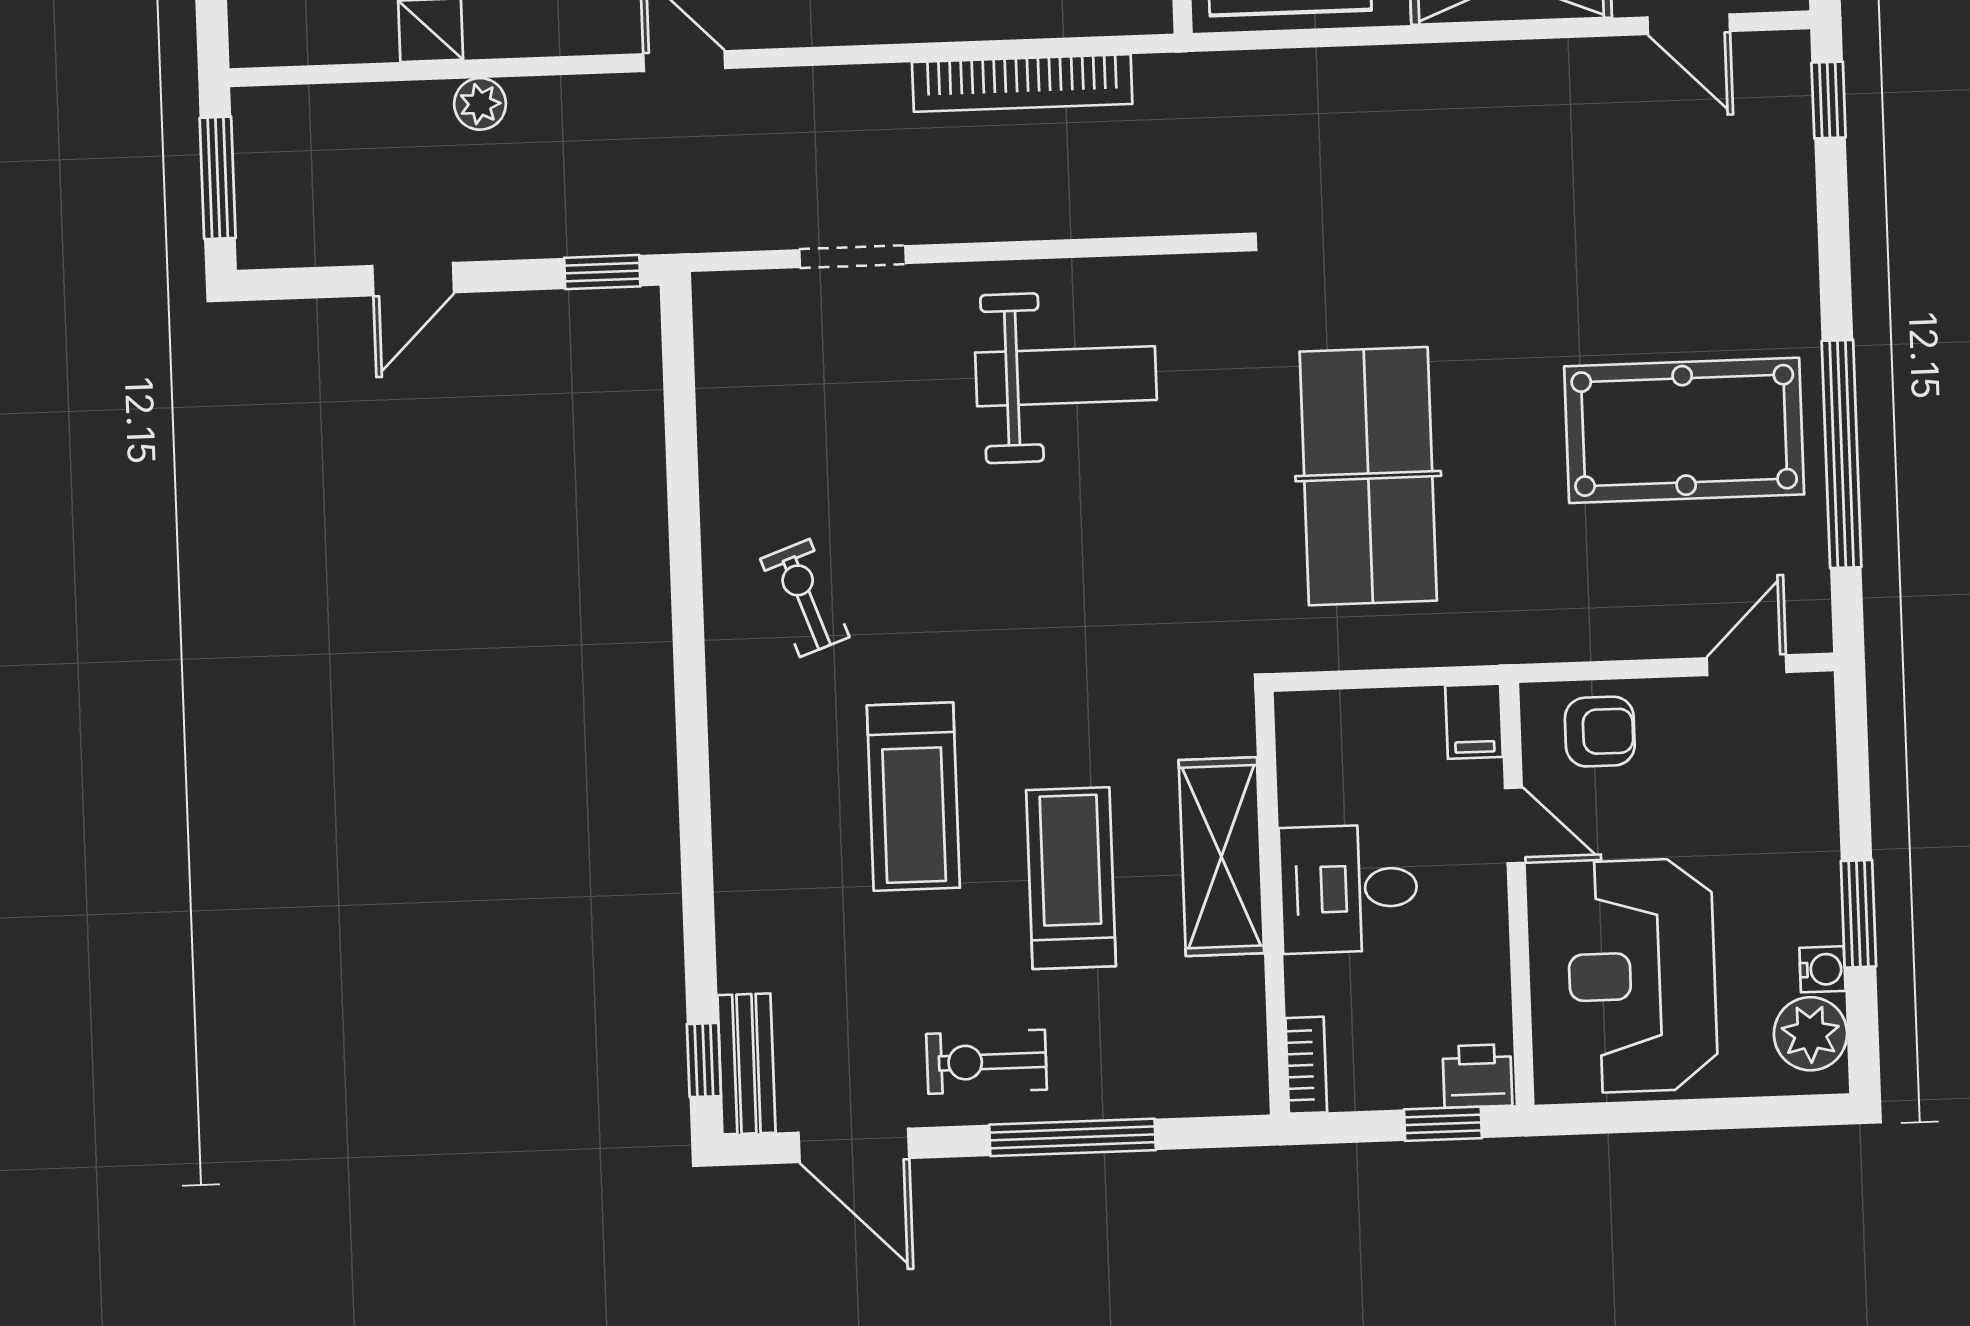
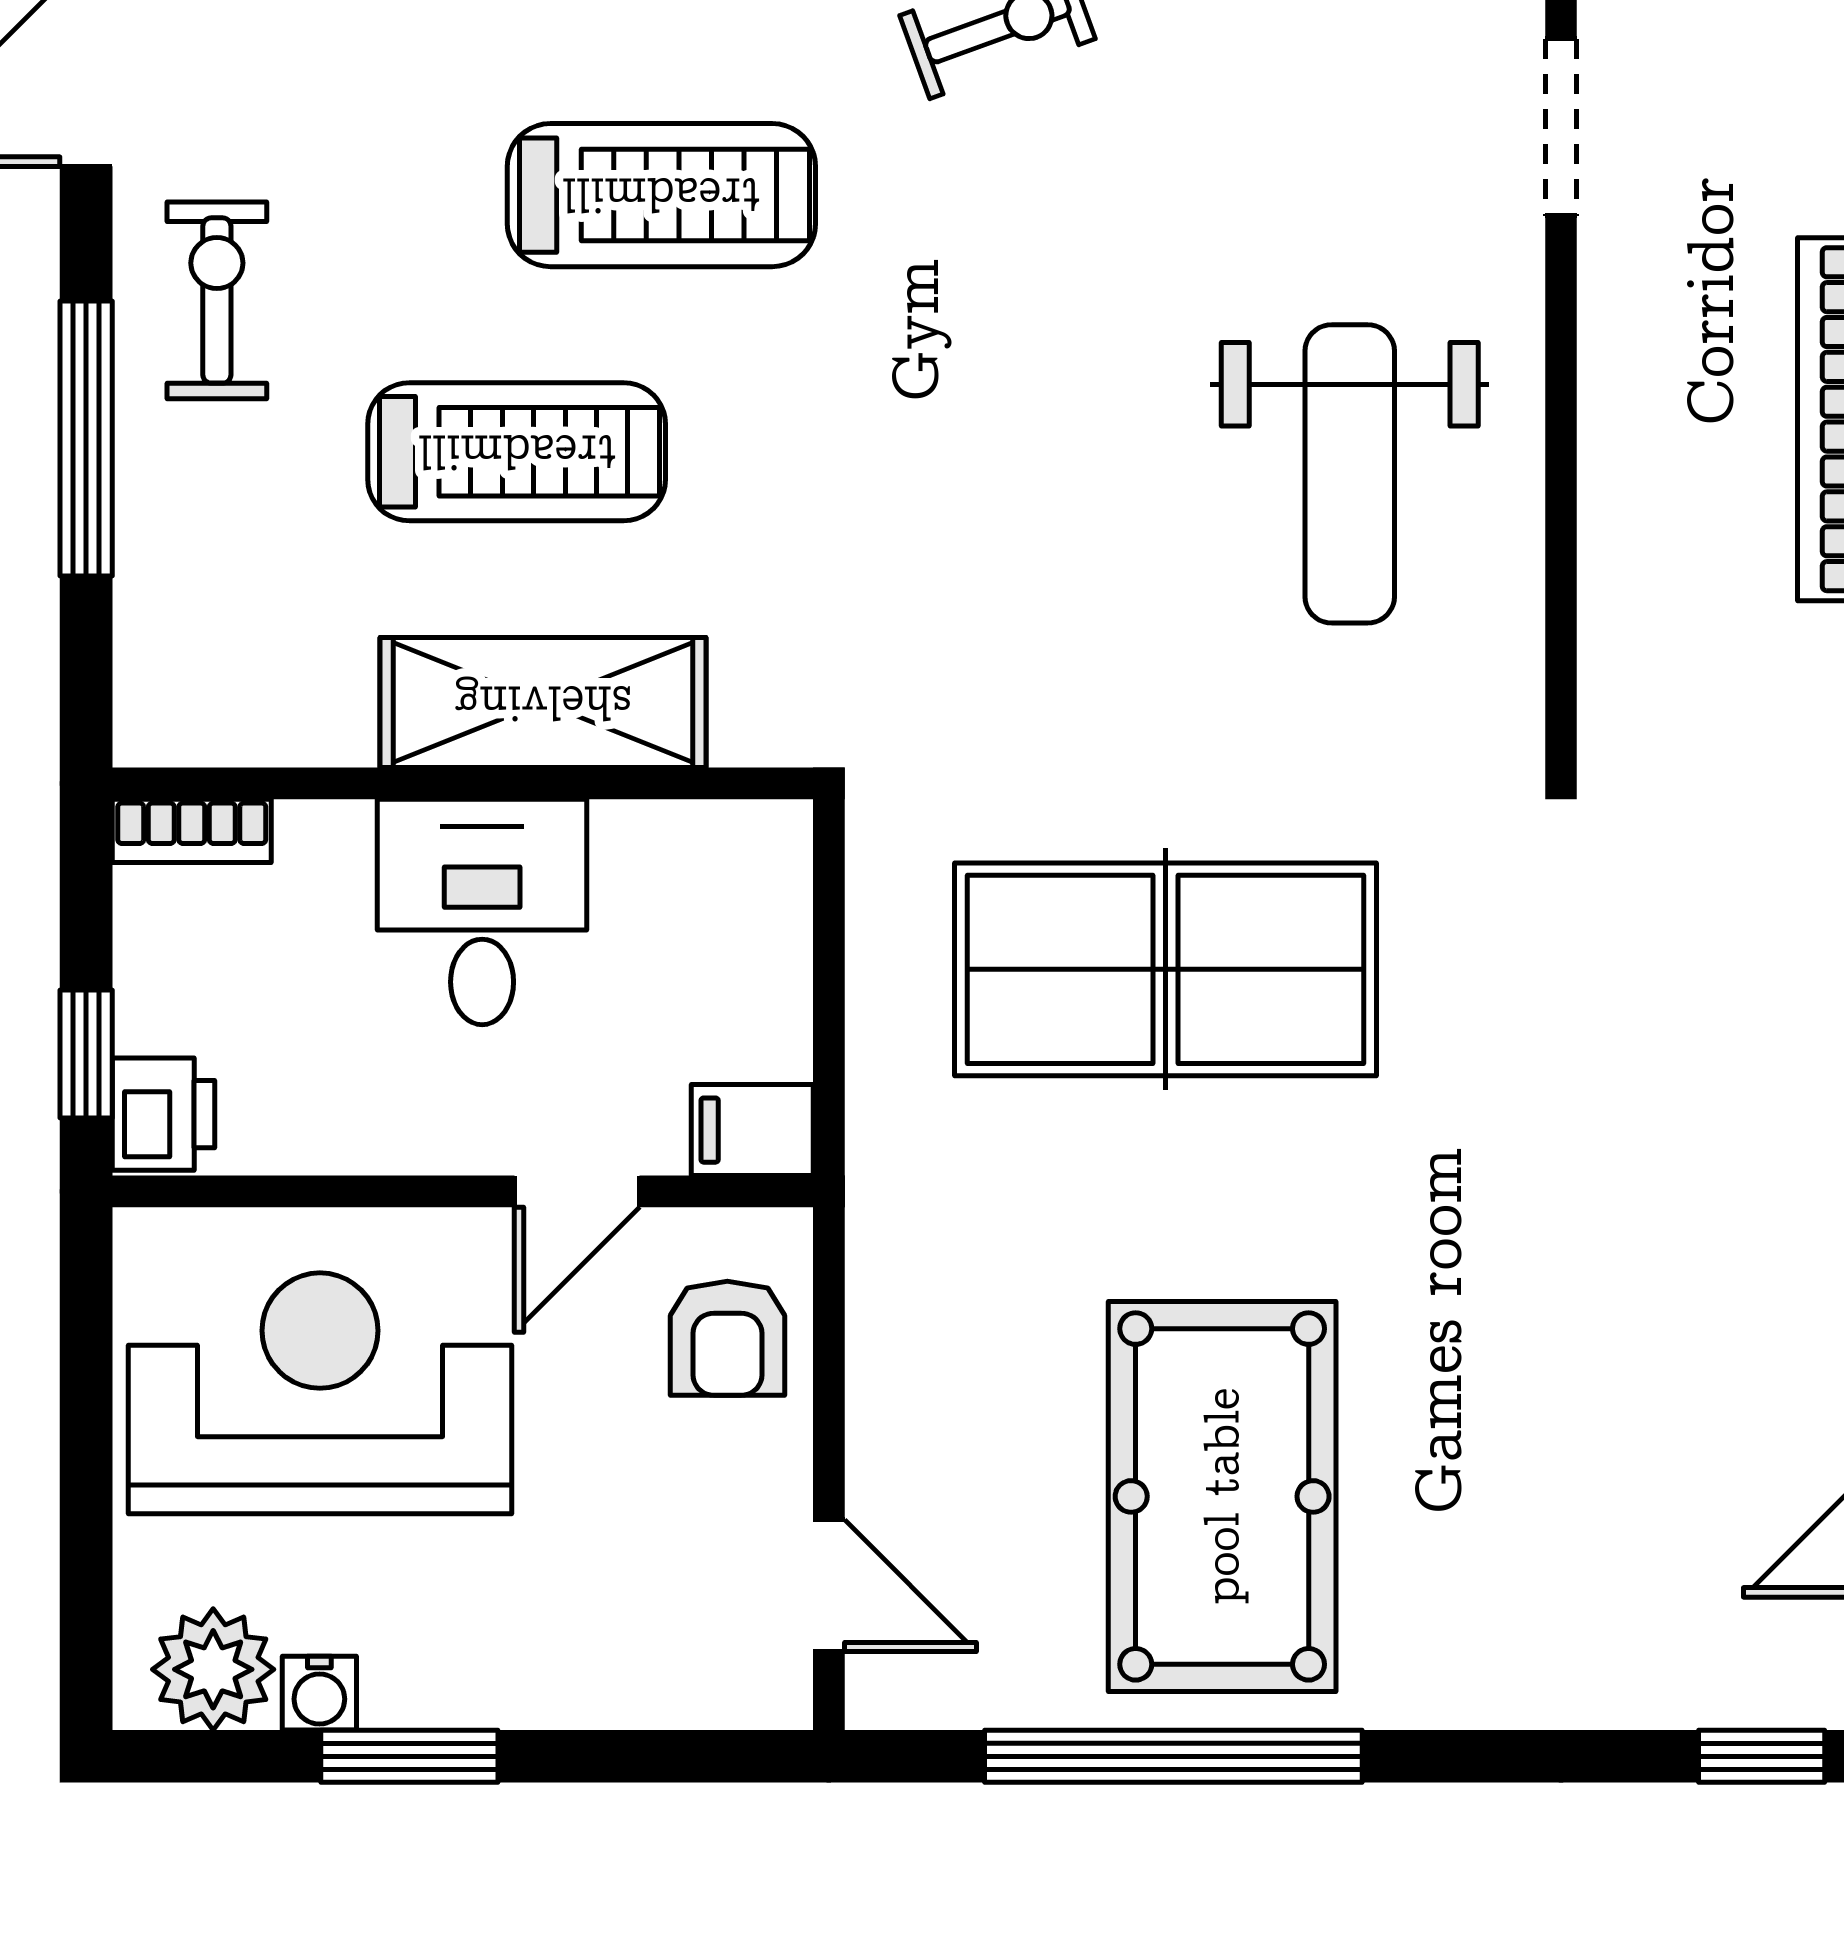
treadmill: (913, 797) -> (661, 195), turned 180

